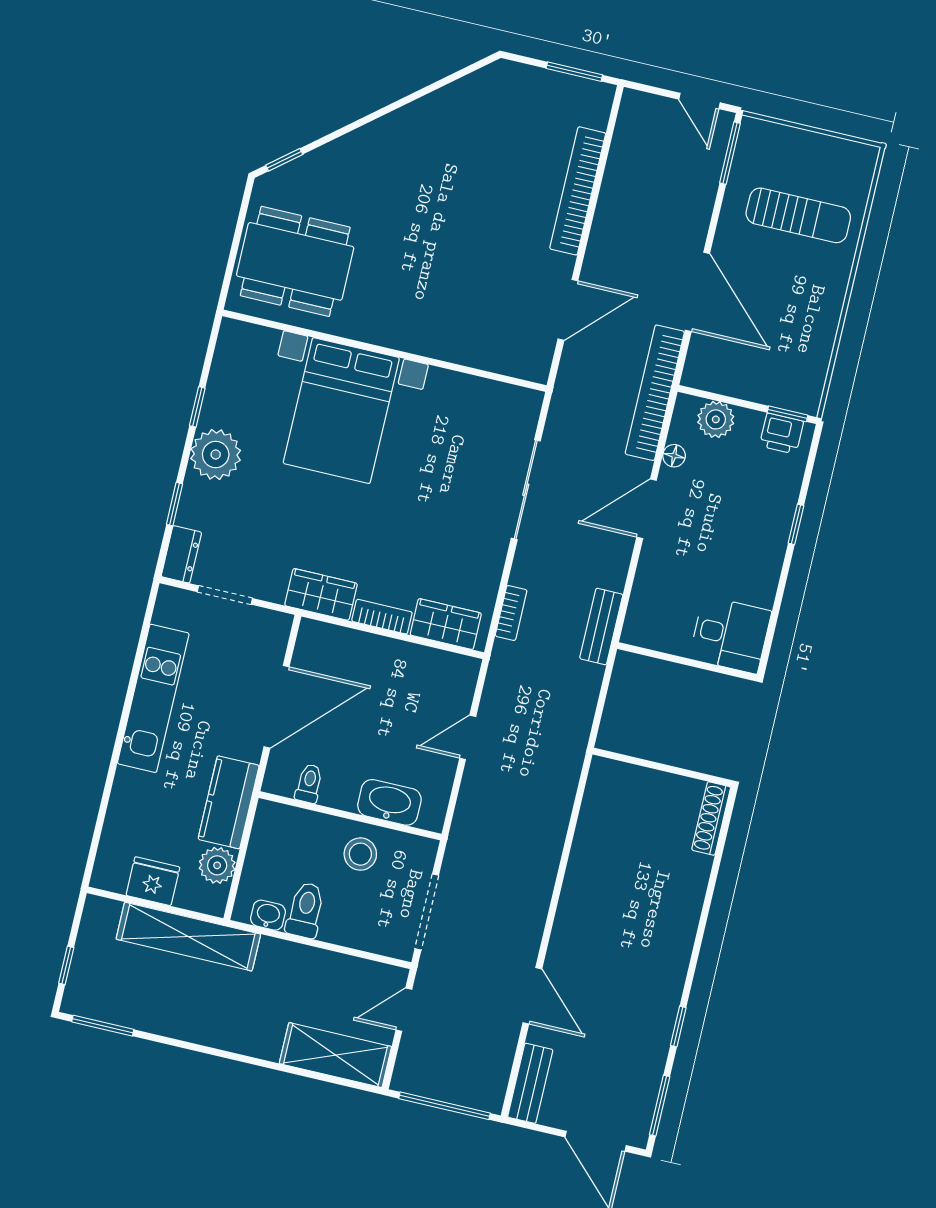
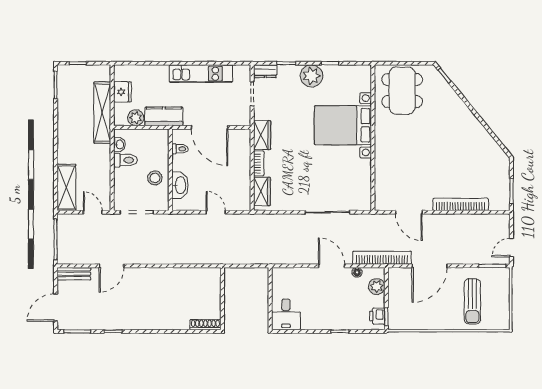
bookcase: (511, 613) -> (273, 218), removed
bench: (601, 626) -> (277, 258), removed

